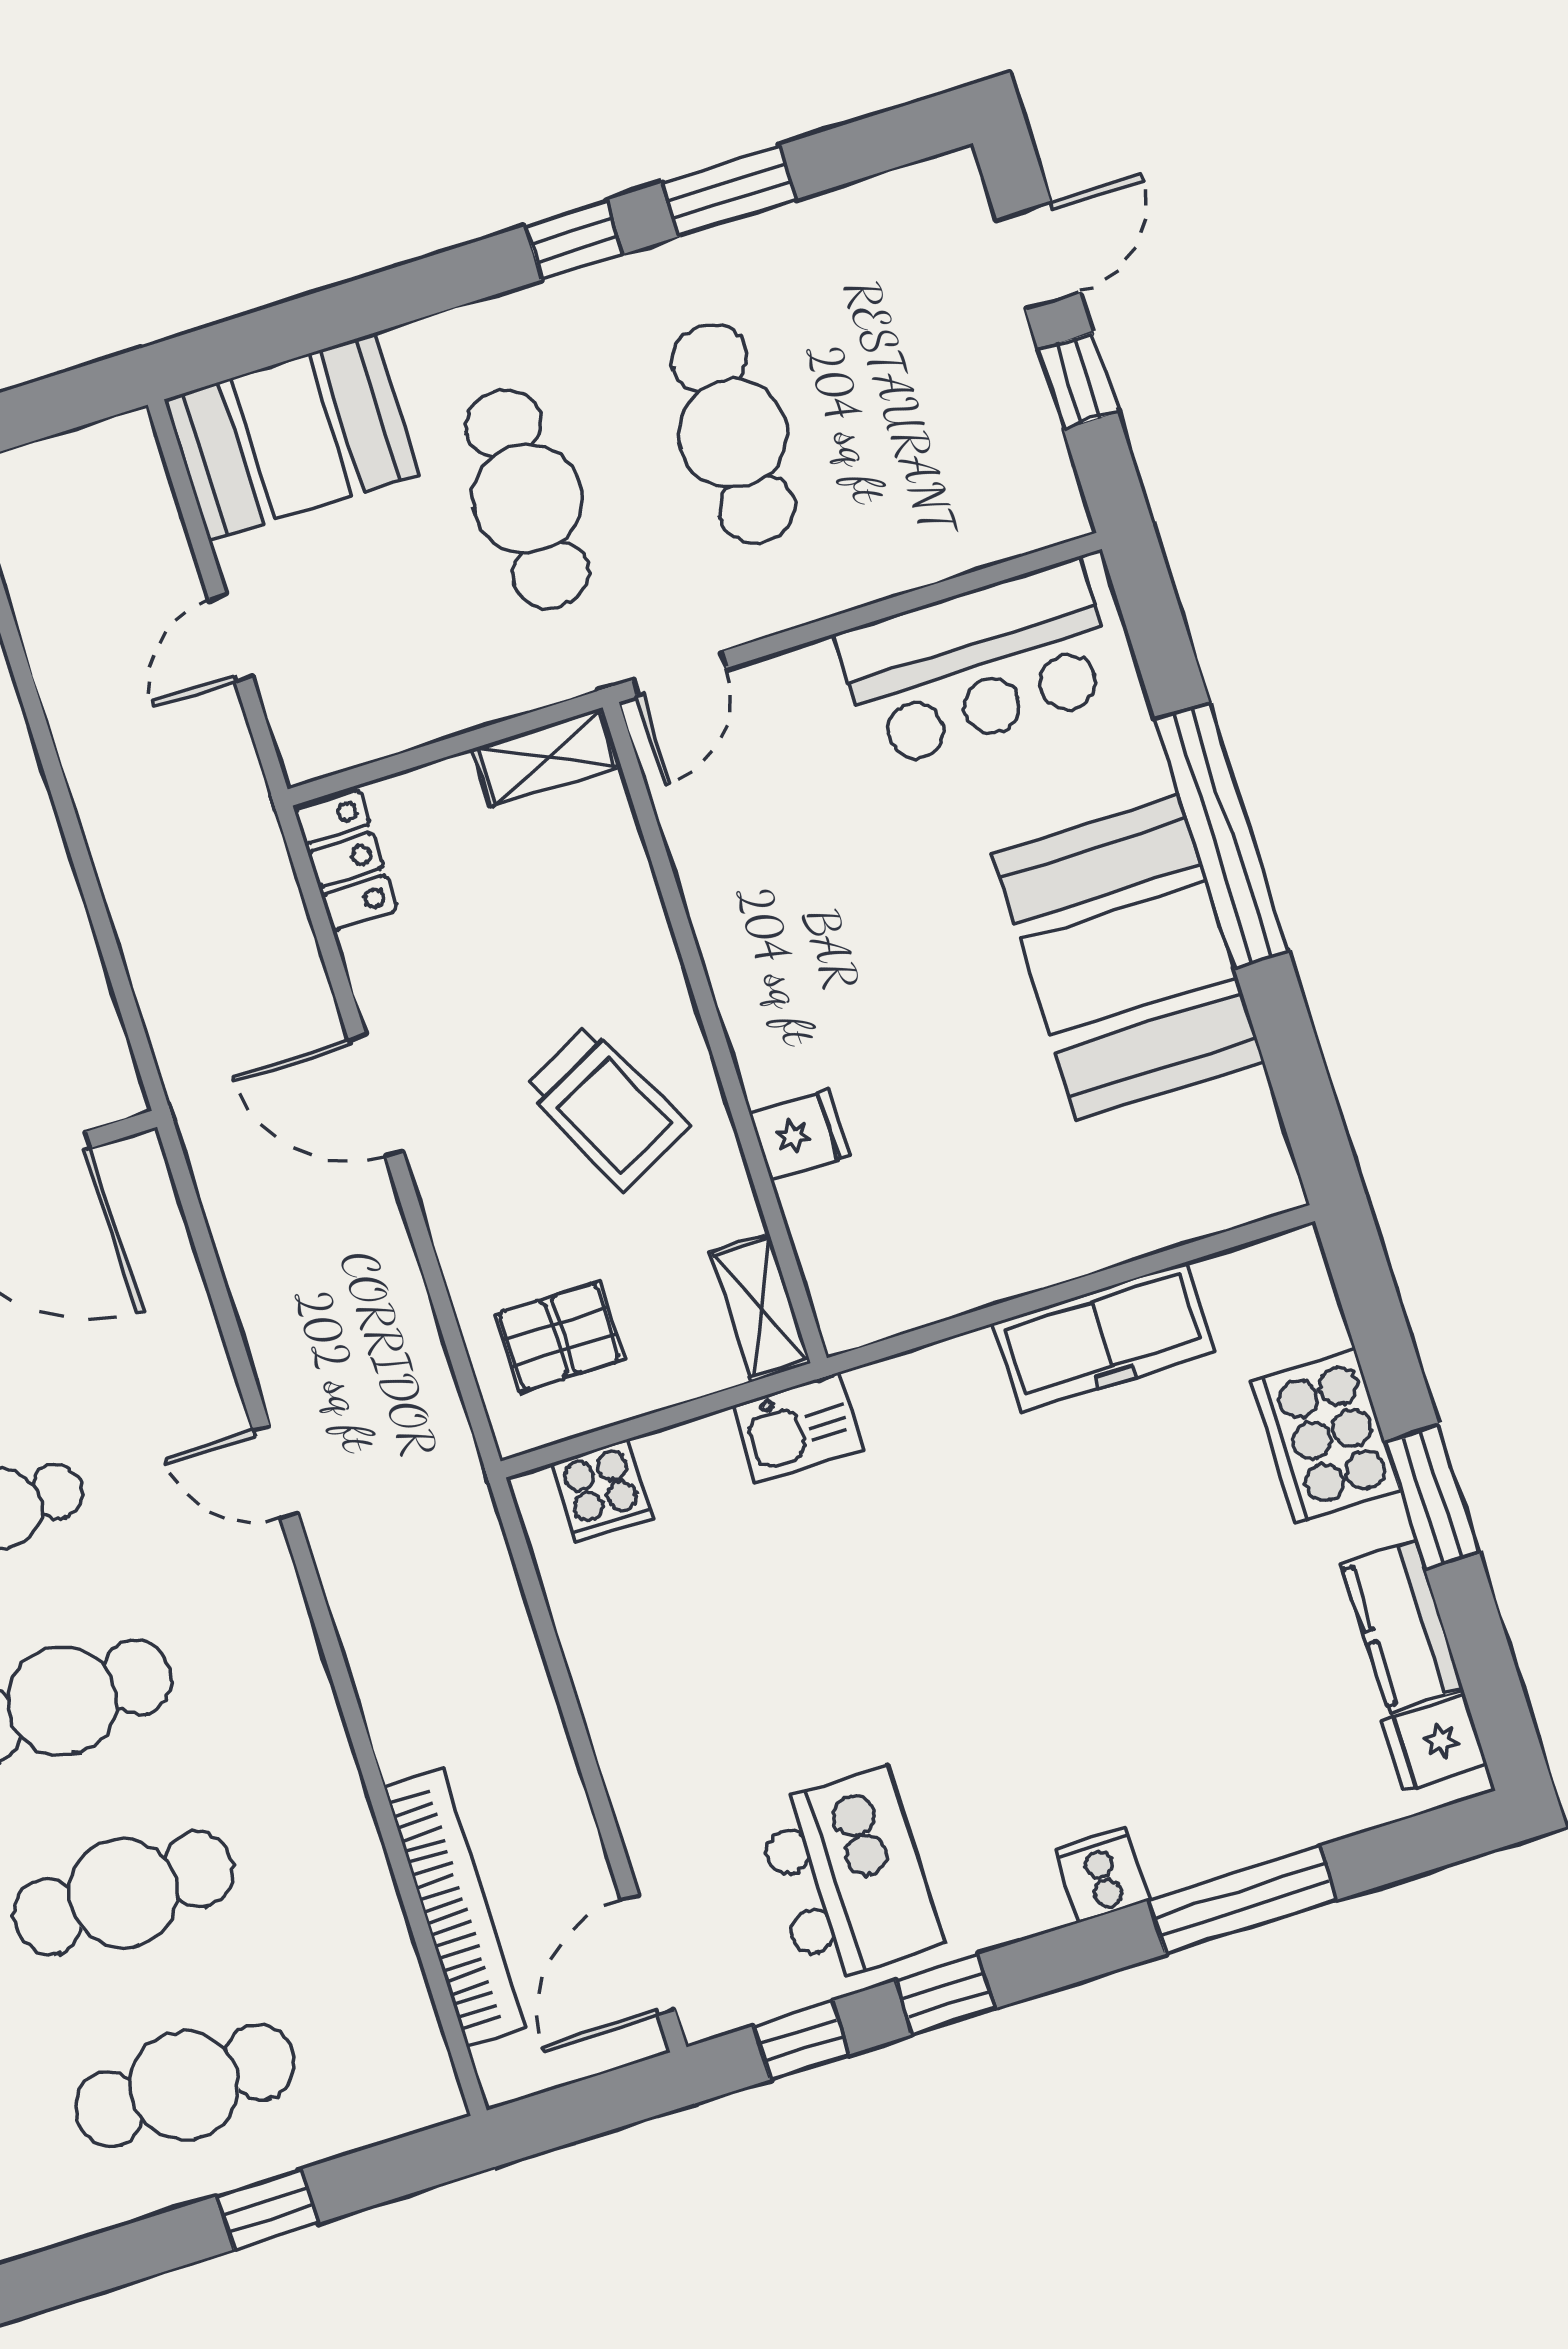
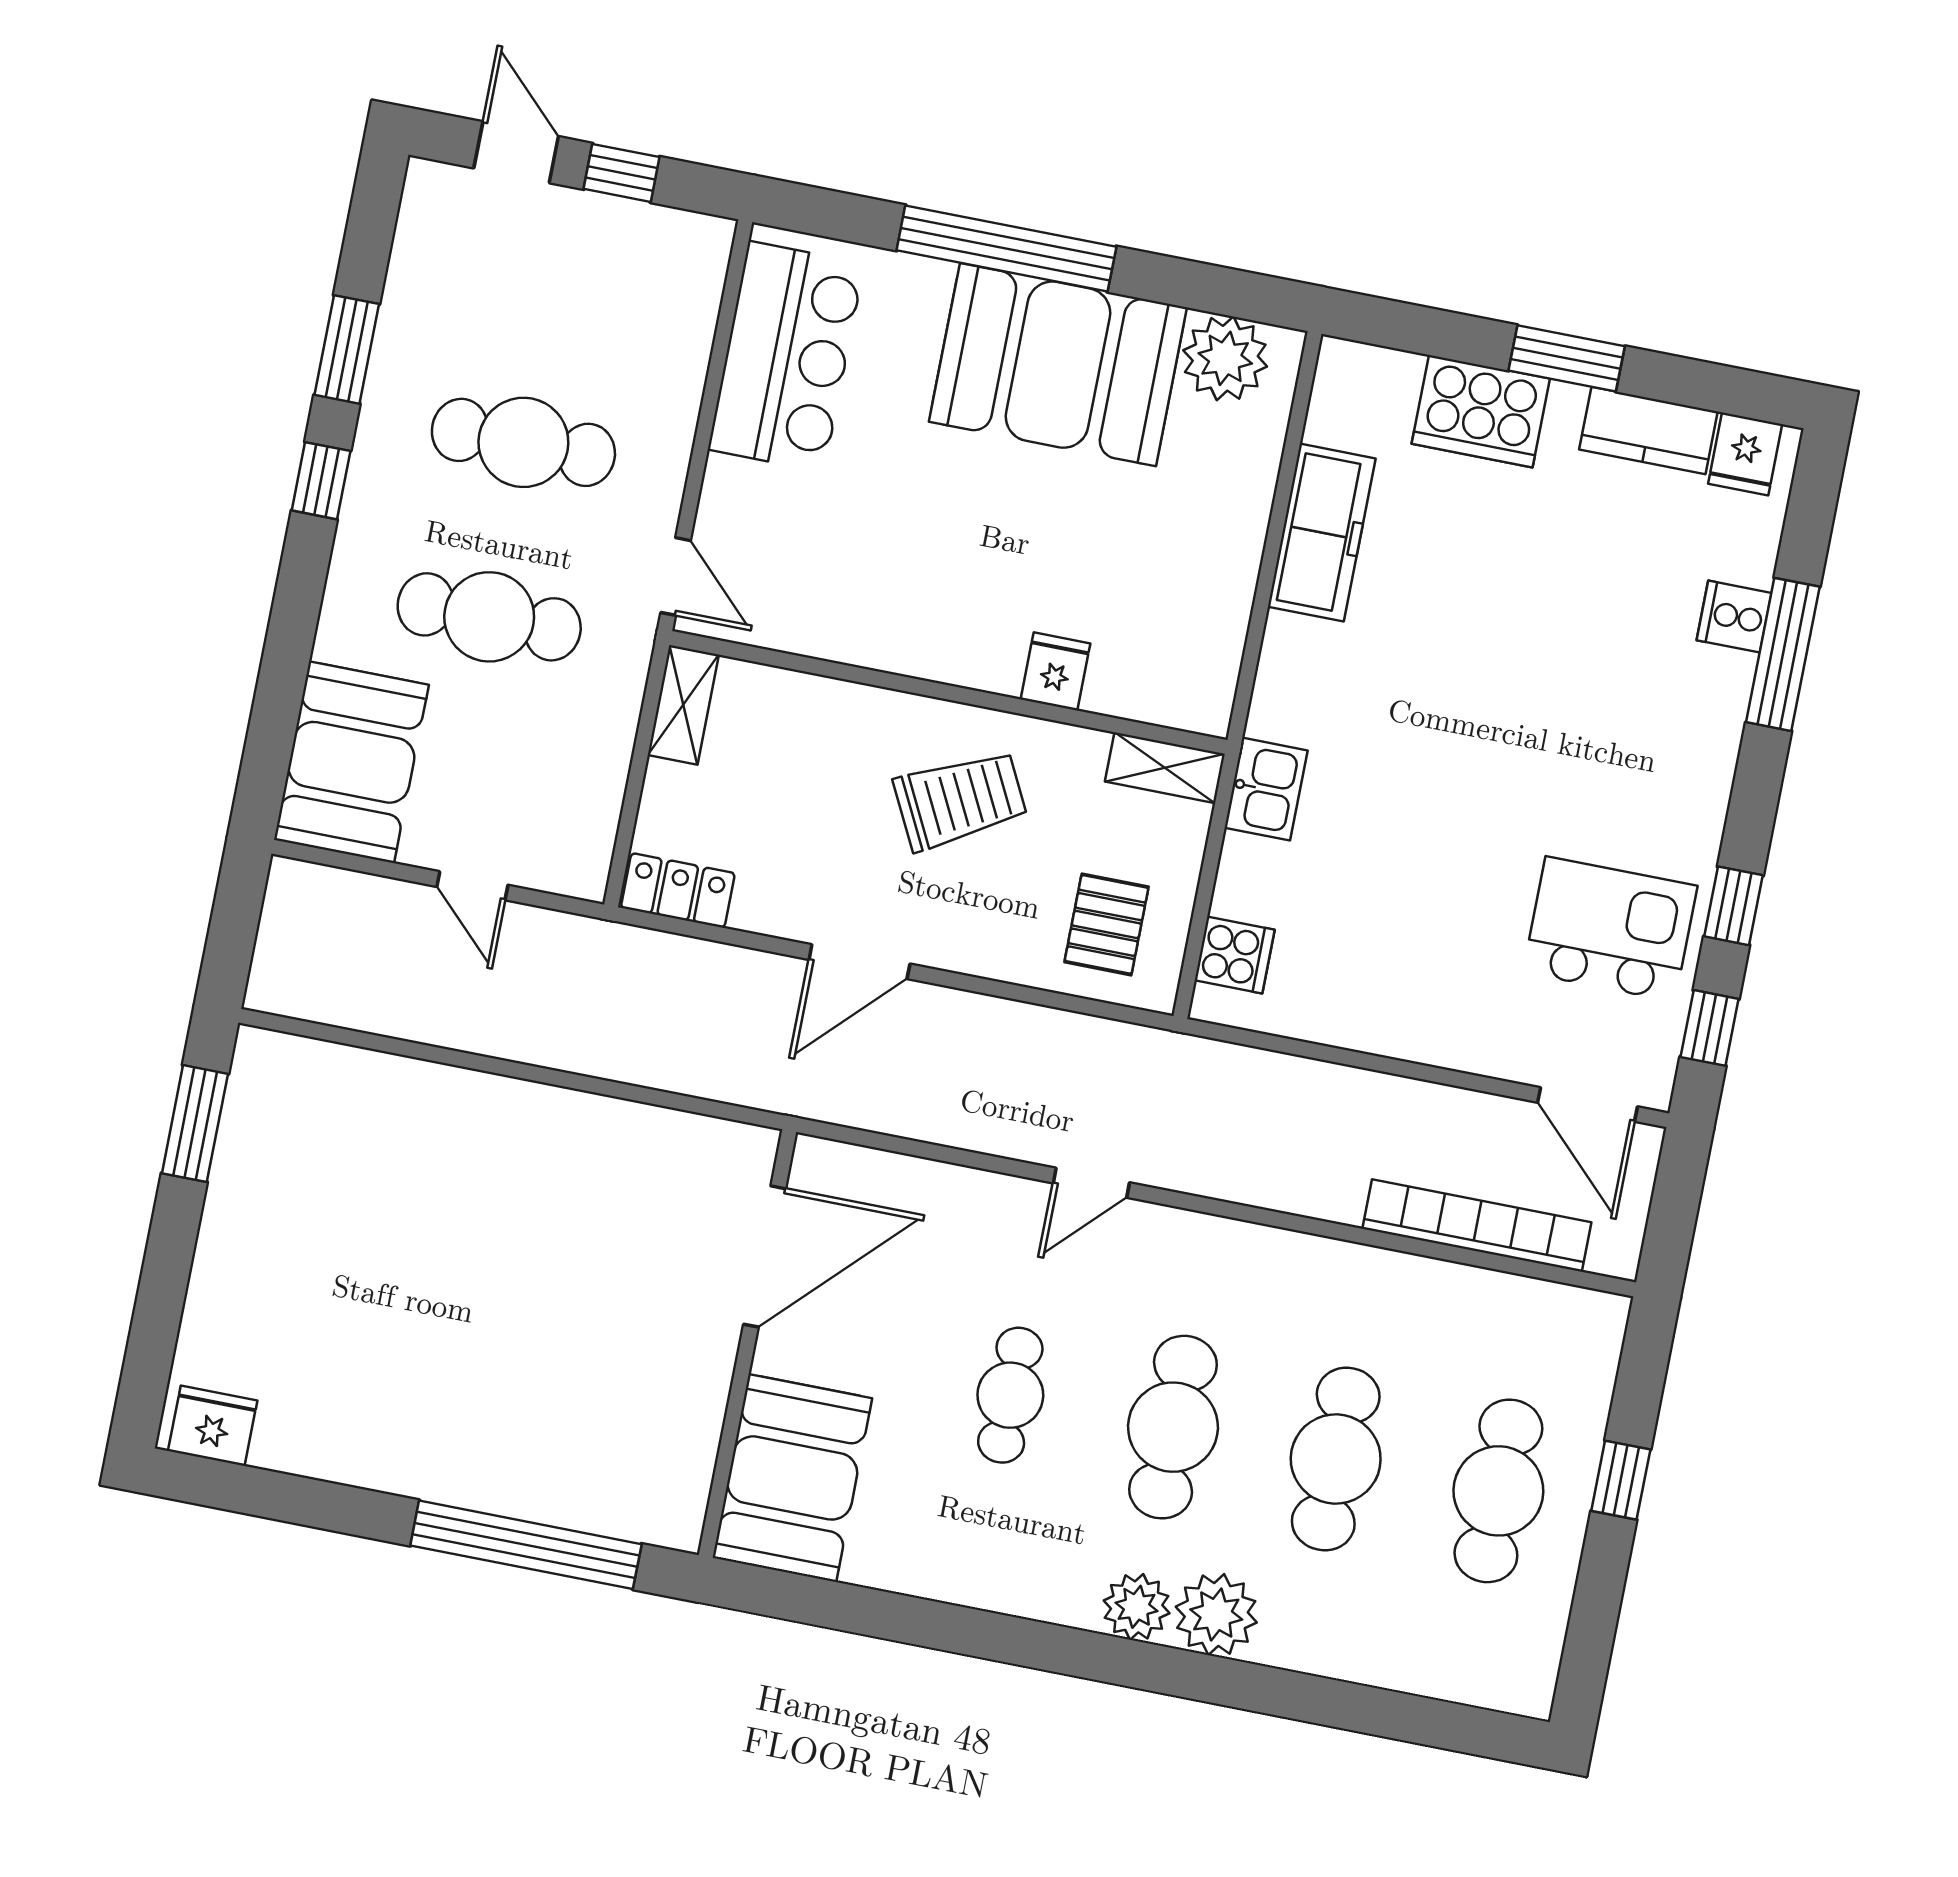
plant: (1232, 1133) -> (1225, 358), added
cooker: (1102, 1874) -> (1734, 617), moved

